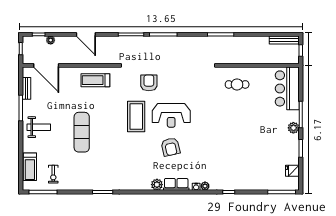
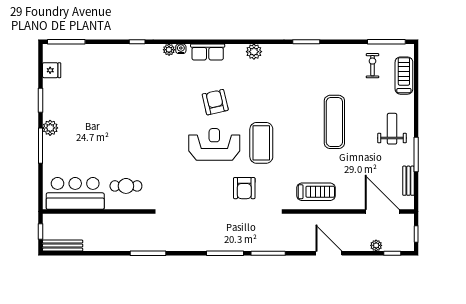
bar counter: (287, 88) -> (75, 193), moved, turned -90
weight bench: (39, 127) -> (392, 129), turned 90
plant: (157, 185) -> (254, 52), moved

